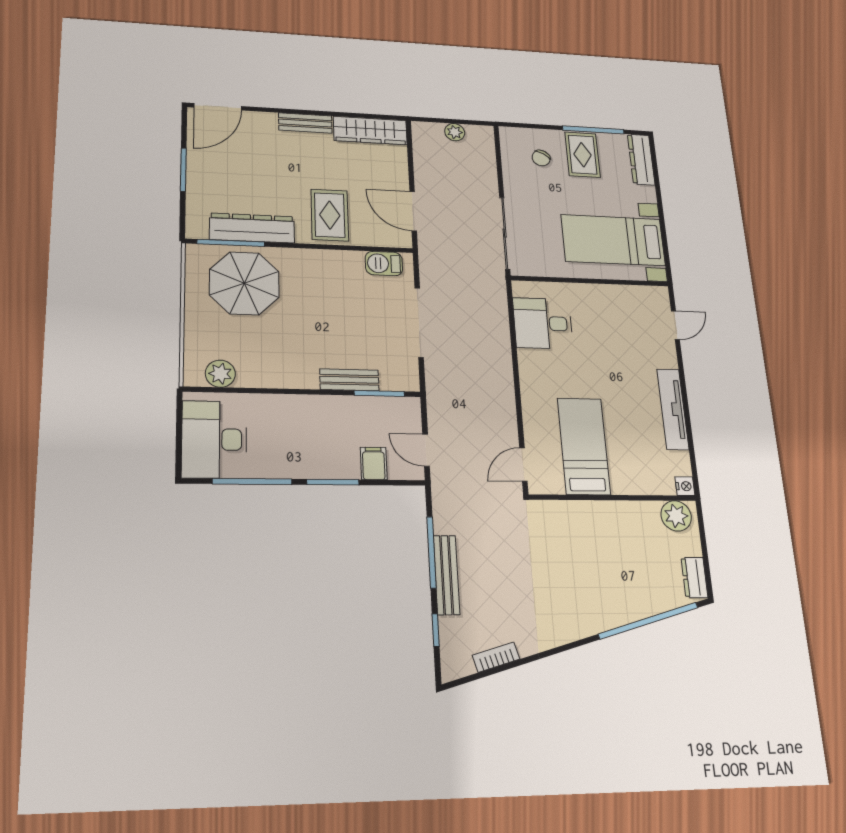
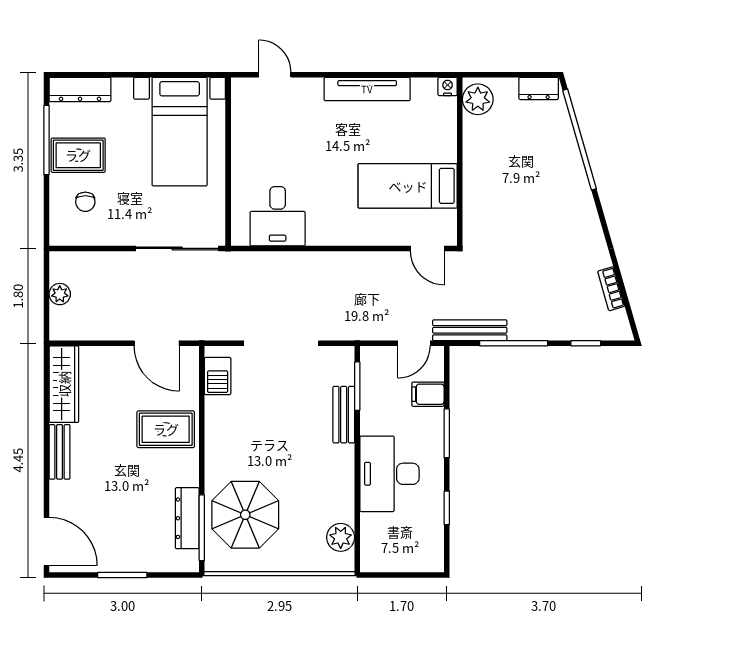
chair: (541, 158) -> (85, 202), turned 61
door: (413, 211) -> (157, 343), hinge flipped
dresser: (252, 228) -> (187, 518), width x0.73, depth x0.80
desk: (214, 439) -> (389, 474), moved, turned 90
window: (252, 481) -> (447, 508), width x0.46
bench: (447, 575) -> (470, 330), moved

